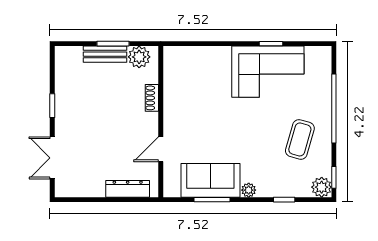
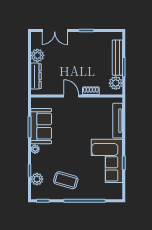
bench: (105, 54) -> (117, 58), width x1.36
tv unit: (201, 54) -> (118, 121), added
door: (161, 149) -> (71, 96), moved
double door: (52, 158) -> (55, 31), swing flipped
plant: (93, 186) -> (37, 55), added
plant: (322, 187) -> (37, 179), moved

